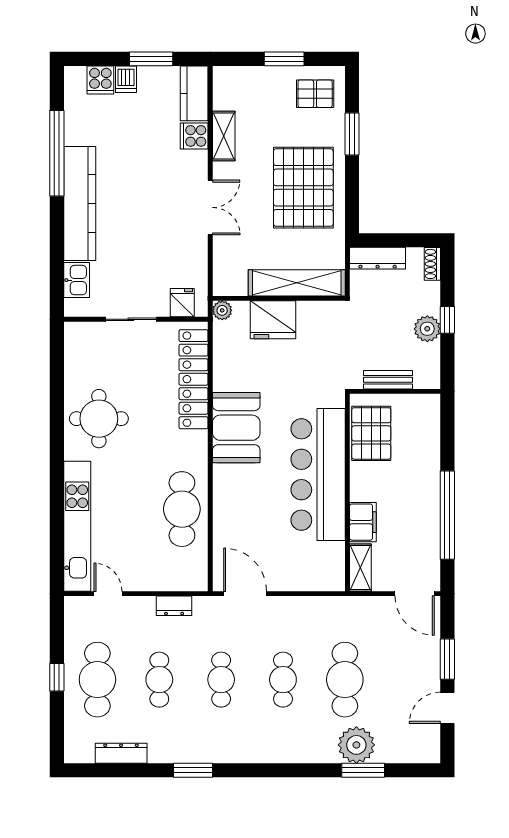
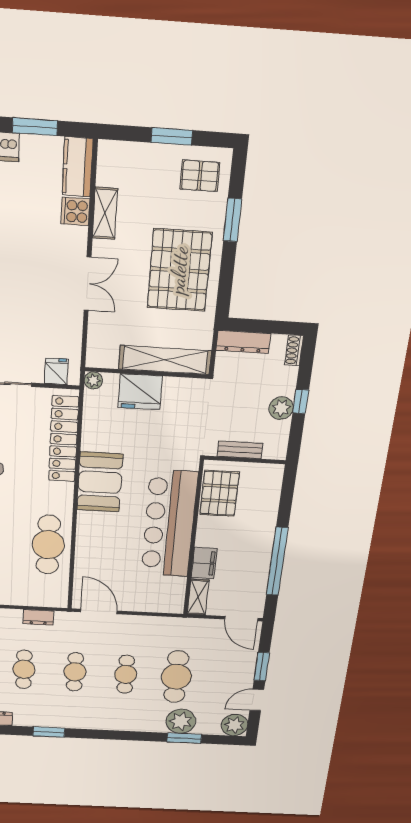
plant: (424, 747) -> (234, 725), added

